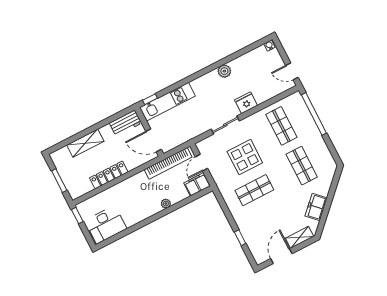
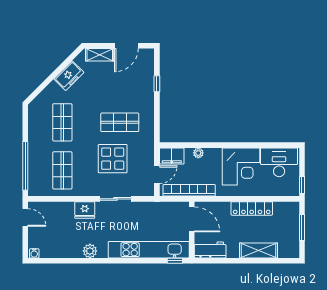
kitchen unit: (167, 102) -> (149, 250), width x1.36
plant: (166, 204) -> (198, 153), moved
corner desk: (135, 205) -> (241, 166), added

